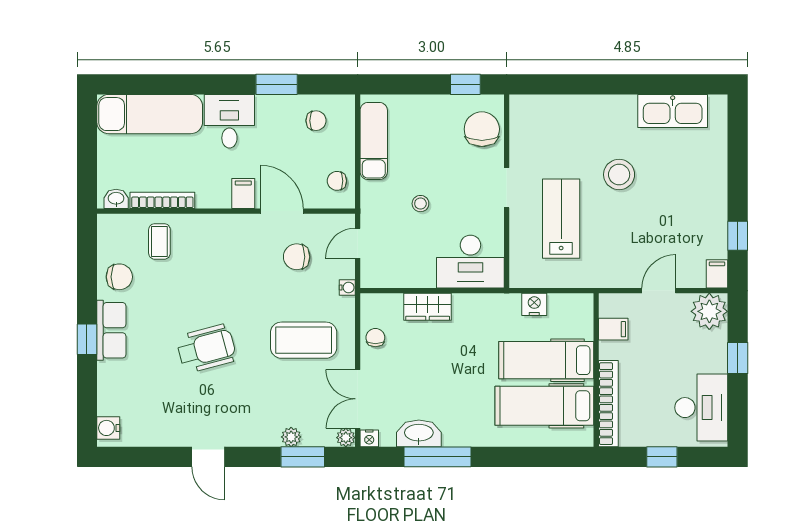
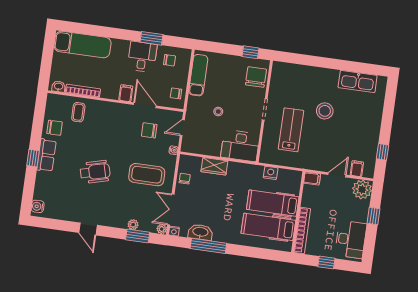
desk: (229, 121) -> (142, 57), moved
filing cabinet: (717, 274) -> (357, 169), moved
filing cabinet: (613, 329) -> (312, 179), moved

